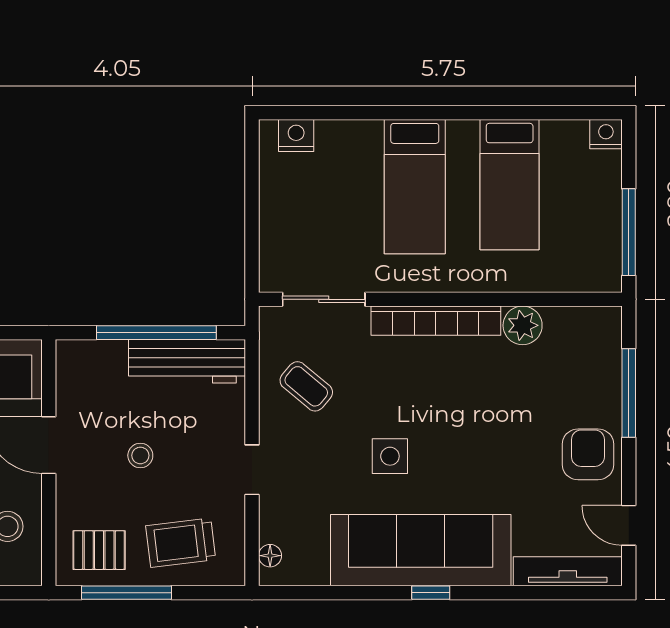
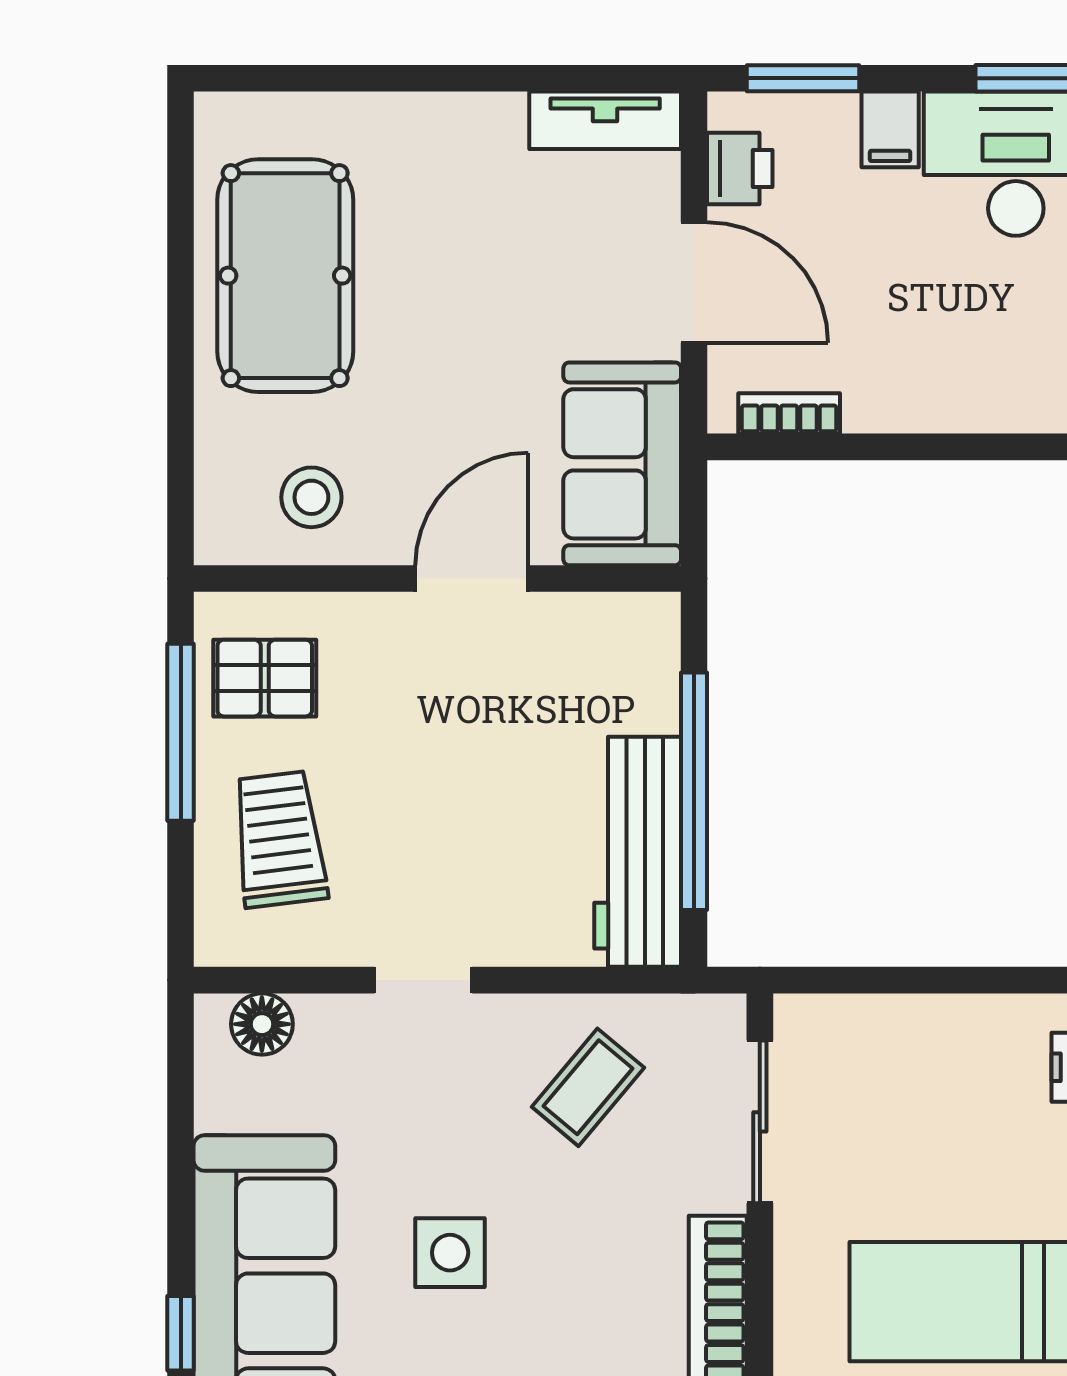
stool: (140, 455) -> (451, 760), removed
pallet: (99, 550) -> (265, 678), turned 90
floor lamp: (270, 556) -> (262, 1024), width x1.37, depth x1.37

